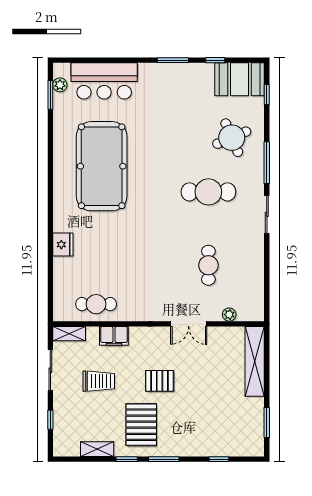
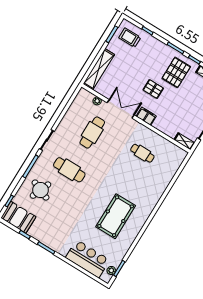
round table: (232, 138) -> (41, 190), turned 45
pool table: (102, 166) -> (116, 216), width x0.73, depth x0.76
fridge: (63, 245) -> (160, 188), removed
cafe table: (208, 265) -> (92, 132), width x1.37, depth x1.35
cafe table: (96, 304) -> (142, 153), moved
double door: (189, 324) -> (121, 109), width x1.37
filing cabinet: (114, 336) -> (146, 116), moved
trolley: (99, 381) -> (130, 38), moved

